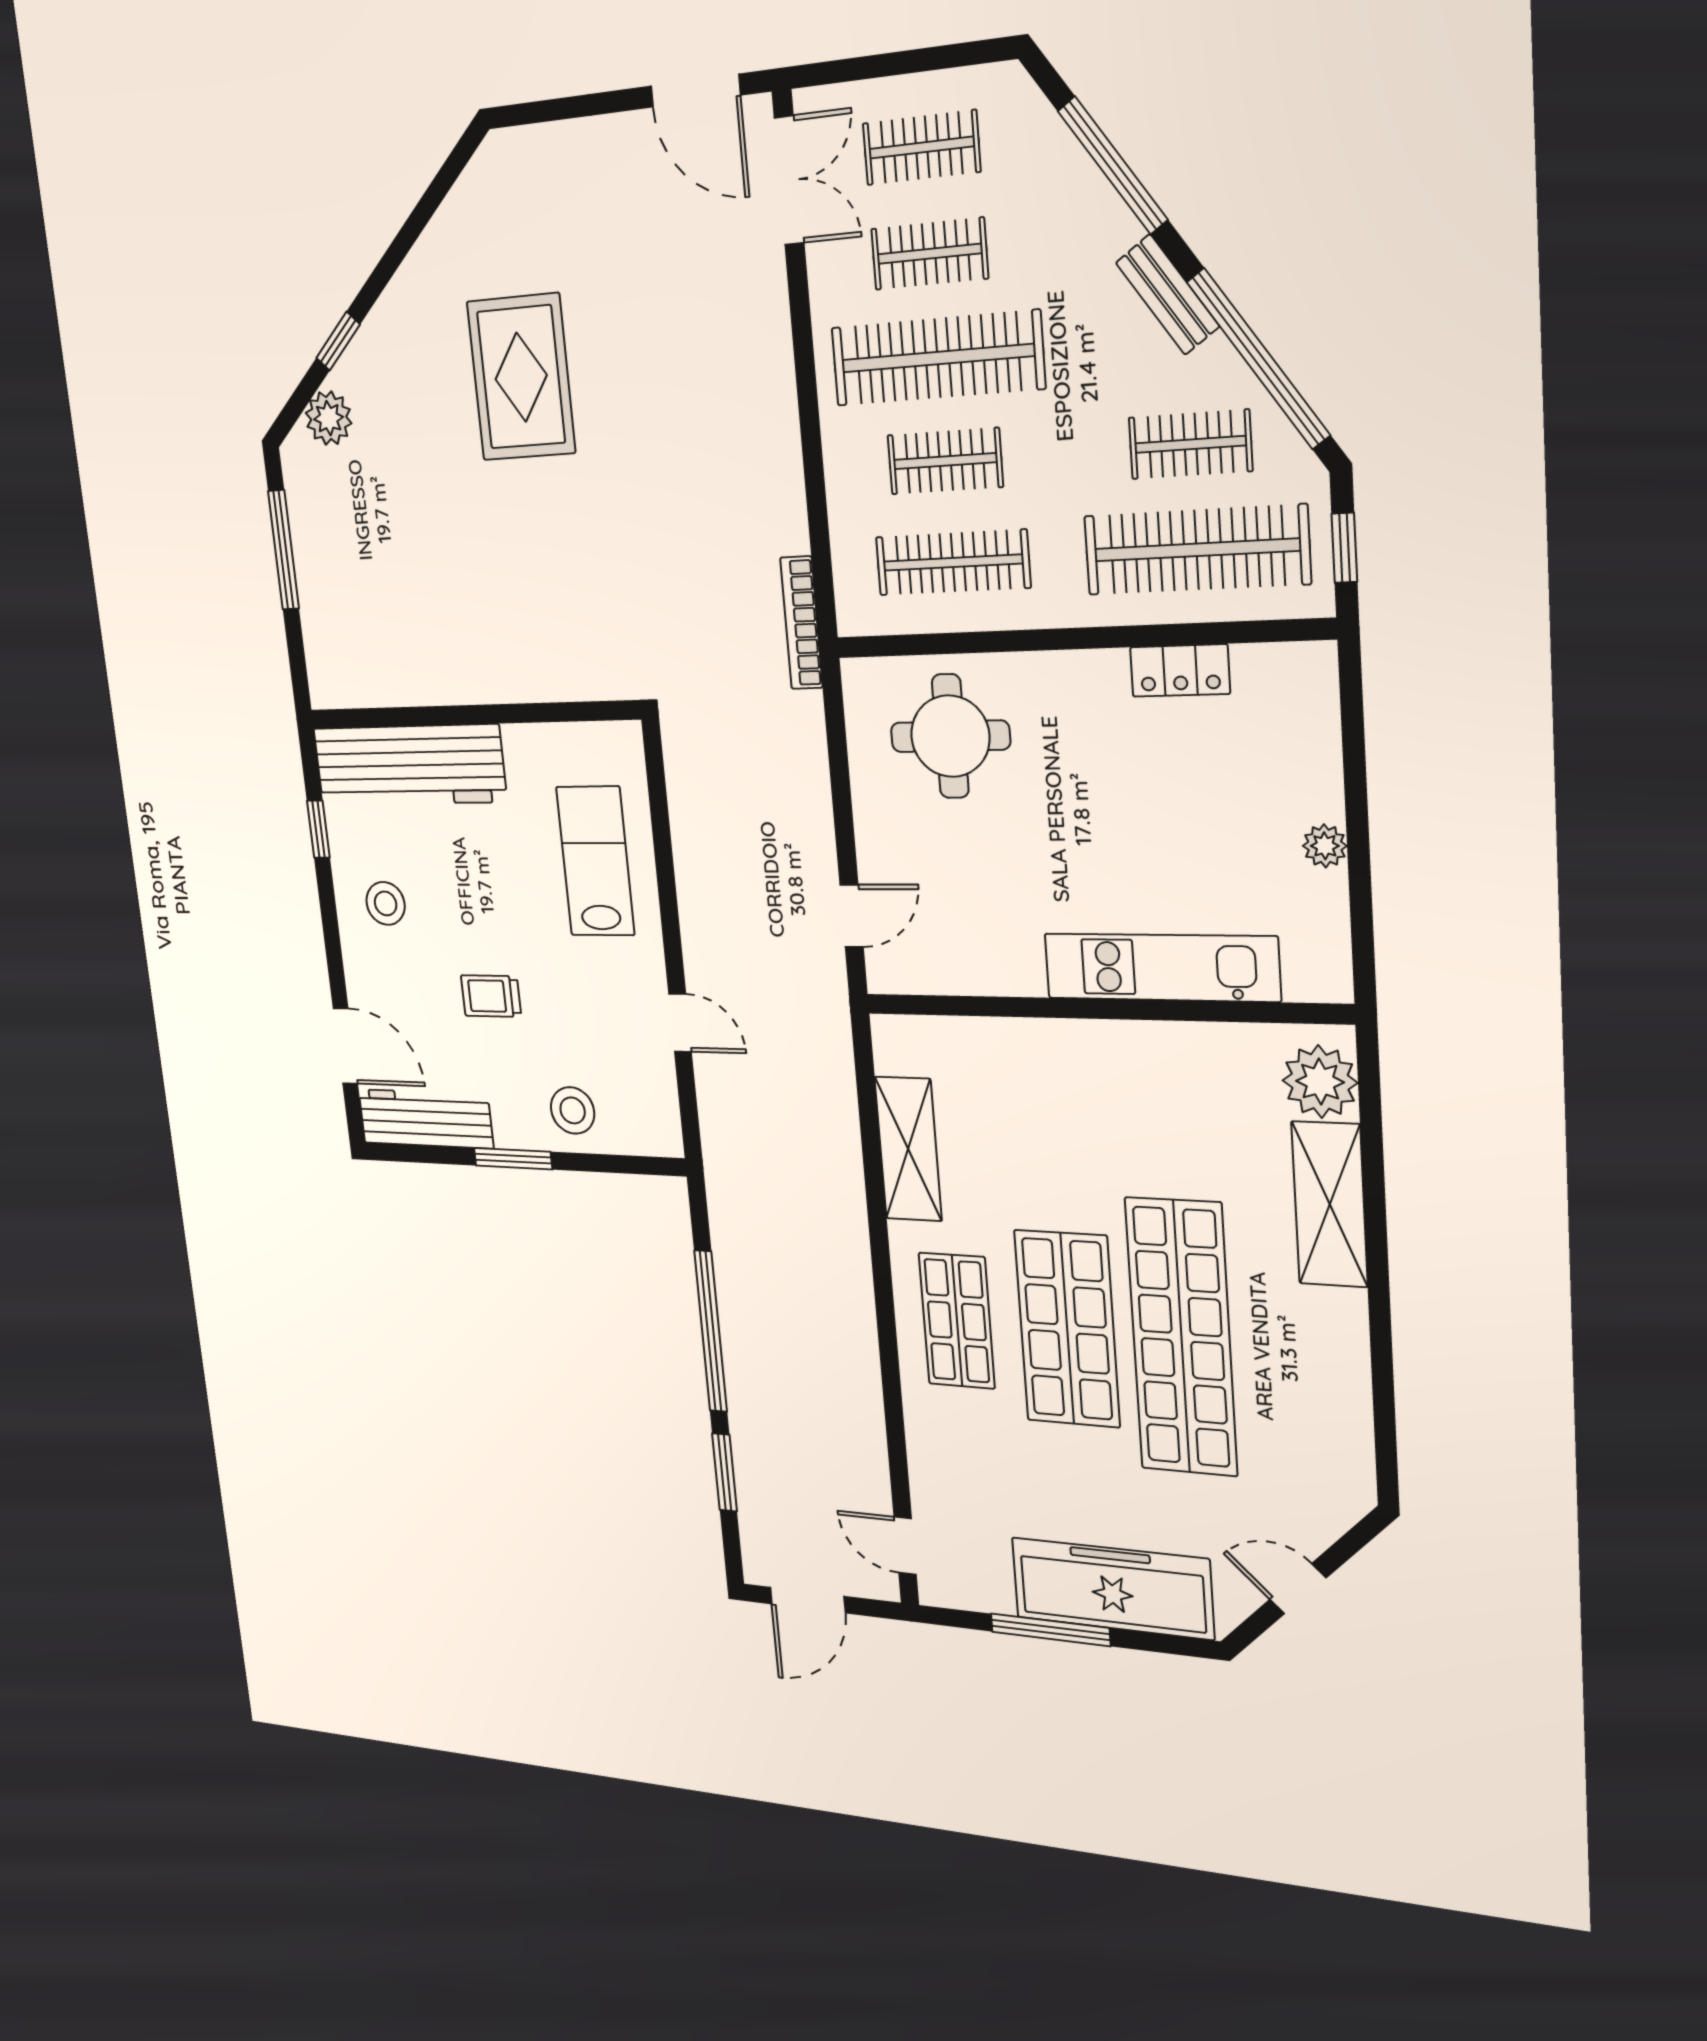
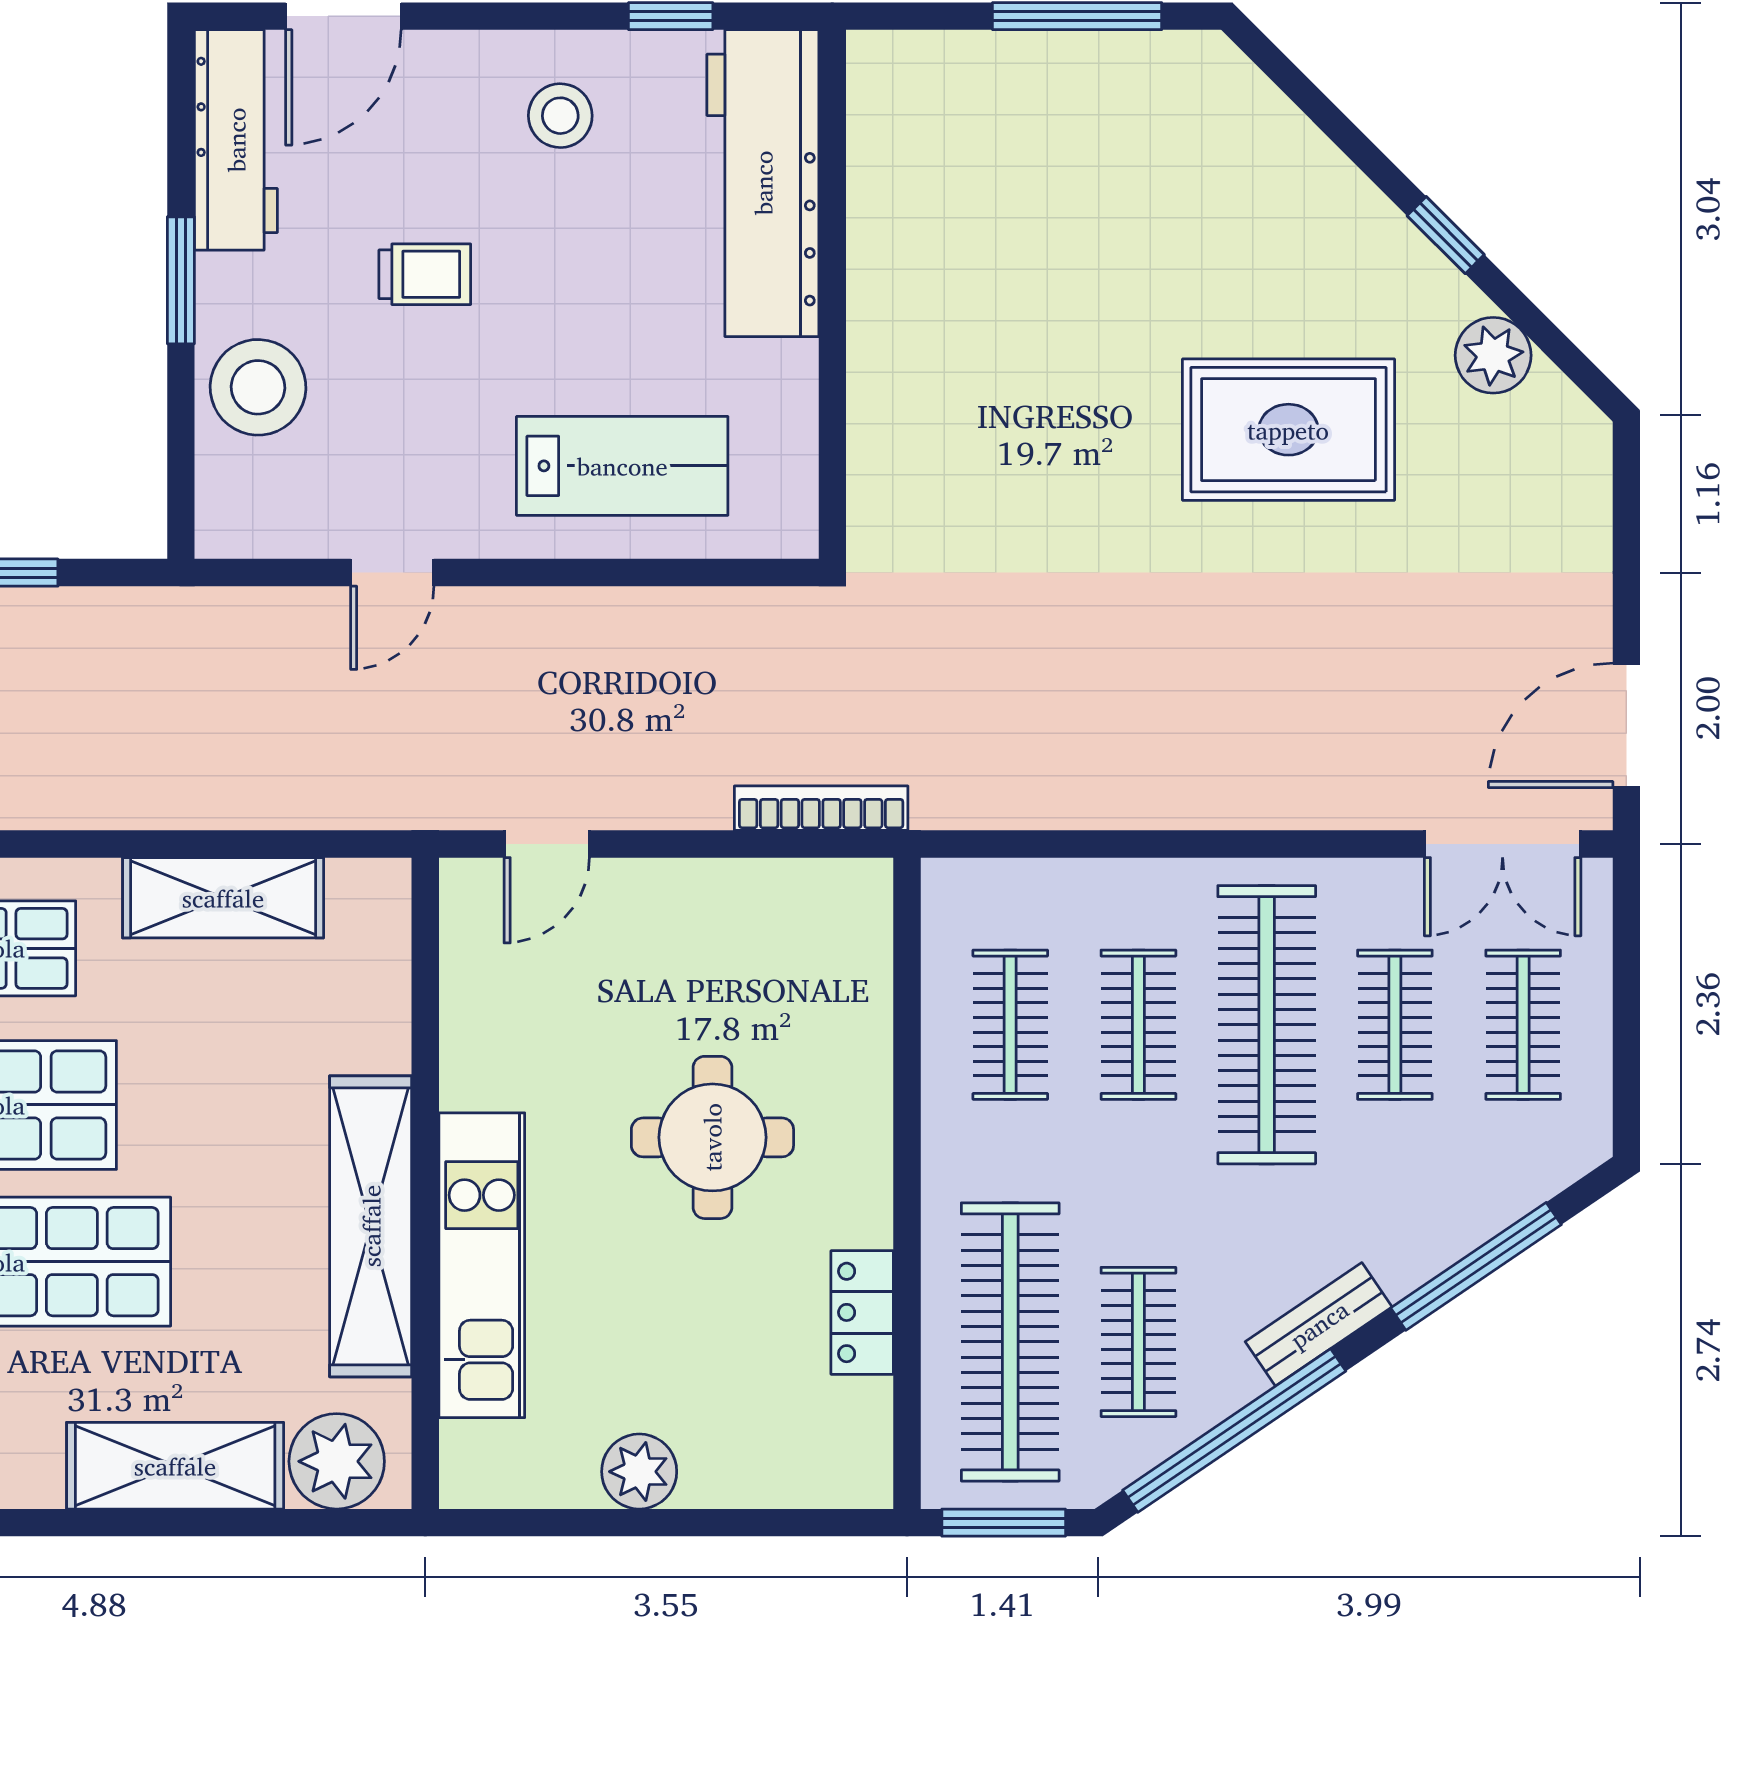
window: (338, 341) -> (1446, 235), moved
plant: (329, 418) -> (1493, 355), moved
window: (1344, 548) -> (1004, 1523), width x1.50
clothes rail: (953, 562) -> (1010, 1025), width x0.73
bookcase: (801, 623) -> (821, 808), moved
round table: (950, 736) -> (712, 1137), moved
plant: (1325, 846) -> (639, 1472), width x1.38, depth x1.38
door: (852, 916) -> (547, 844), hinge flipped
trolley: (491, 996) -> (425, 274), turned 90
shelving: (1137, 1051) -> (371, 1226), added
stool: (573, 1110) -> (258, 387), width x1.38, depth x1.38

